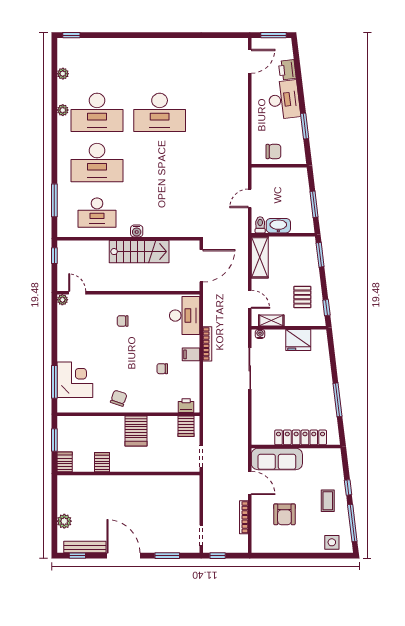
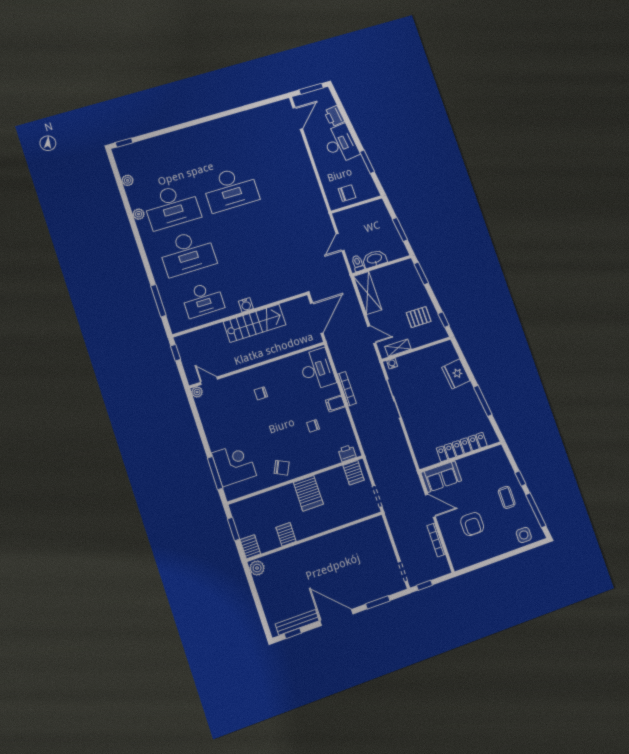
pallet: (302, 297) -> (419, 317), turned 90
fridge: (298, 340) -> (456, 374), moved, turned 83
chair: (119, 398) -> (282, 468), turned 97
sofa: (277, 459) -> (441, 477), width x0.73
plant: (64, 521) -> (257, 568), moved

